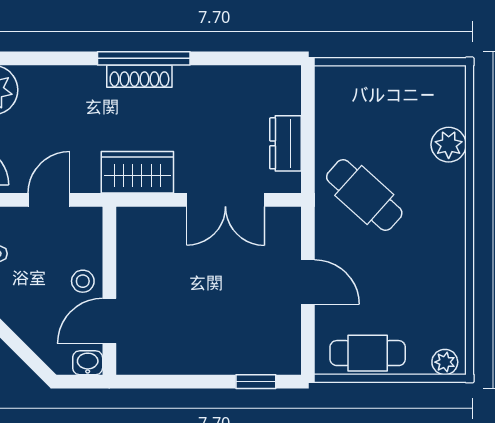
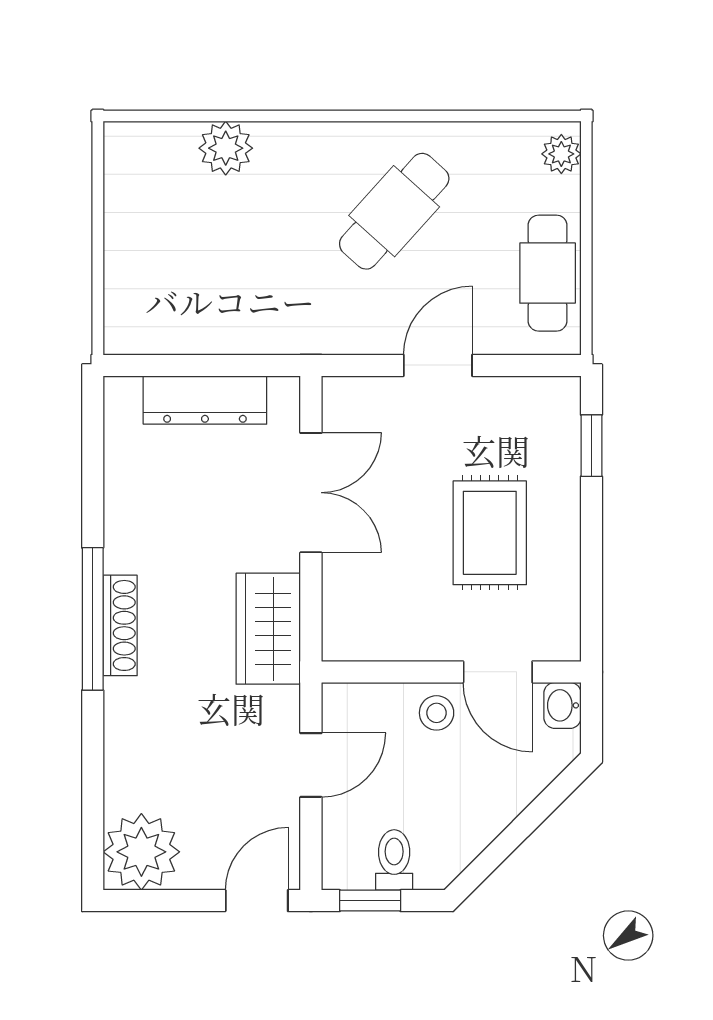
dresser: (285, 143) -> (205, 400), width x1.44
cafe table: (364, 195) -> (394, 211), moved
door: (49, 200) -> (311, 765), swing flipped
rug: (199, 316) -> (490, 533), added

